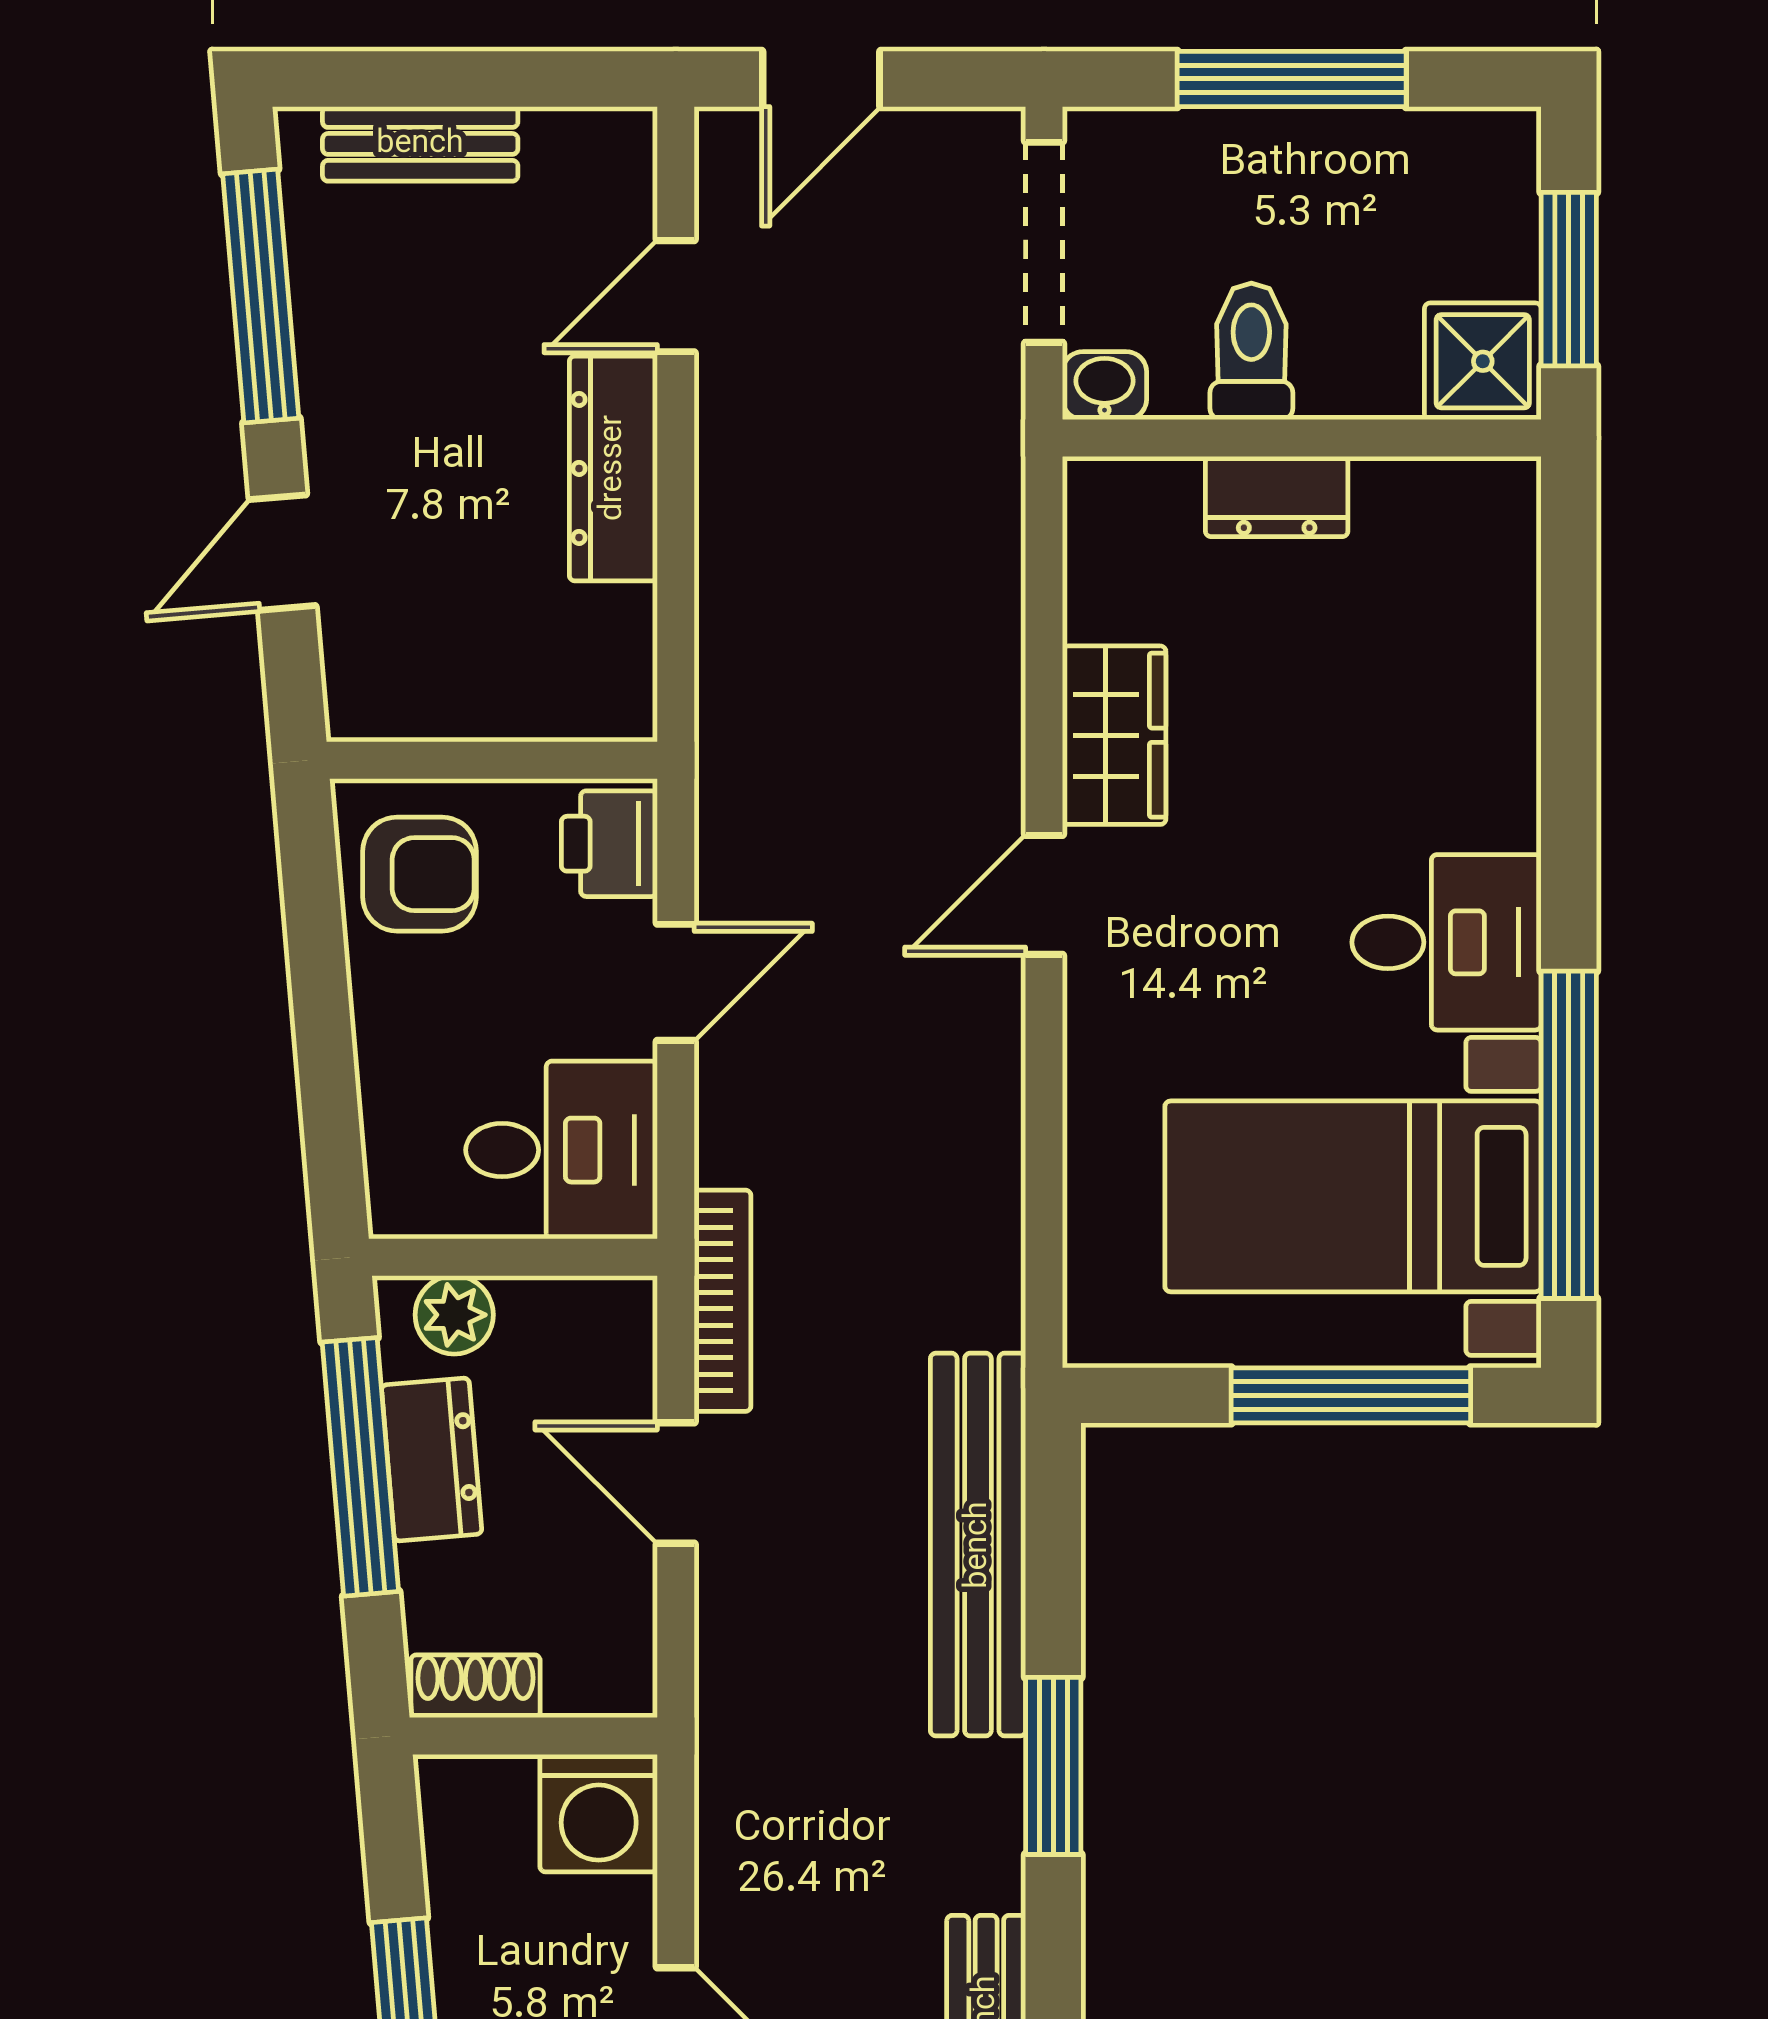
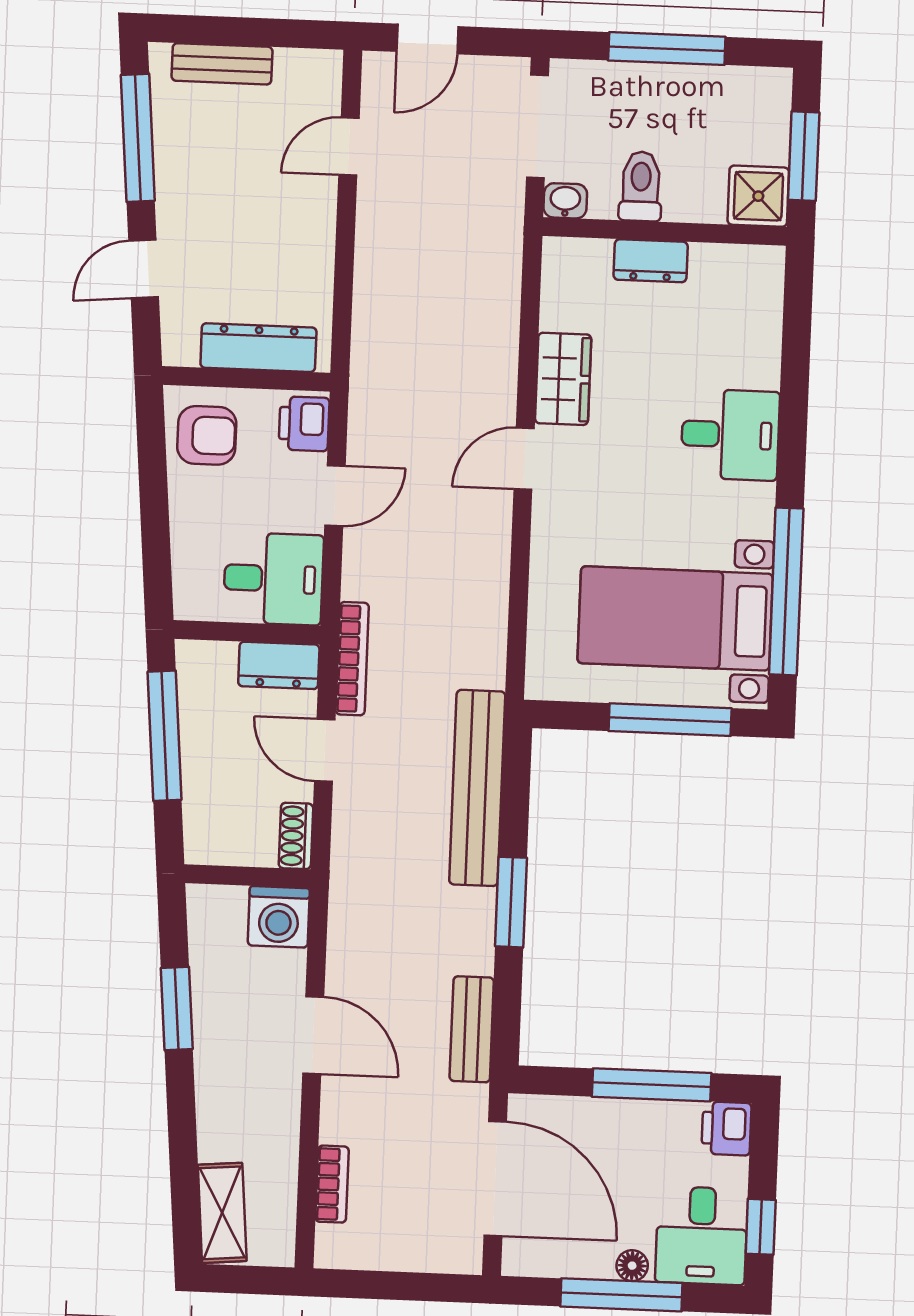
dresser: (613, 468) -> (258, 348), moved, turned 90
desk: (1447, 942) -> (730, 435), moved
plant: (454, 1315) -> (215, 660), removed
dresser: (432, 1460) -> (279, 665), moved, turned 95
shoe rack: (475, 1686) -> (296, 836), moved, turned -90

